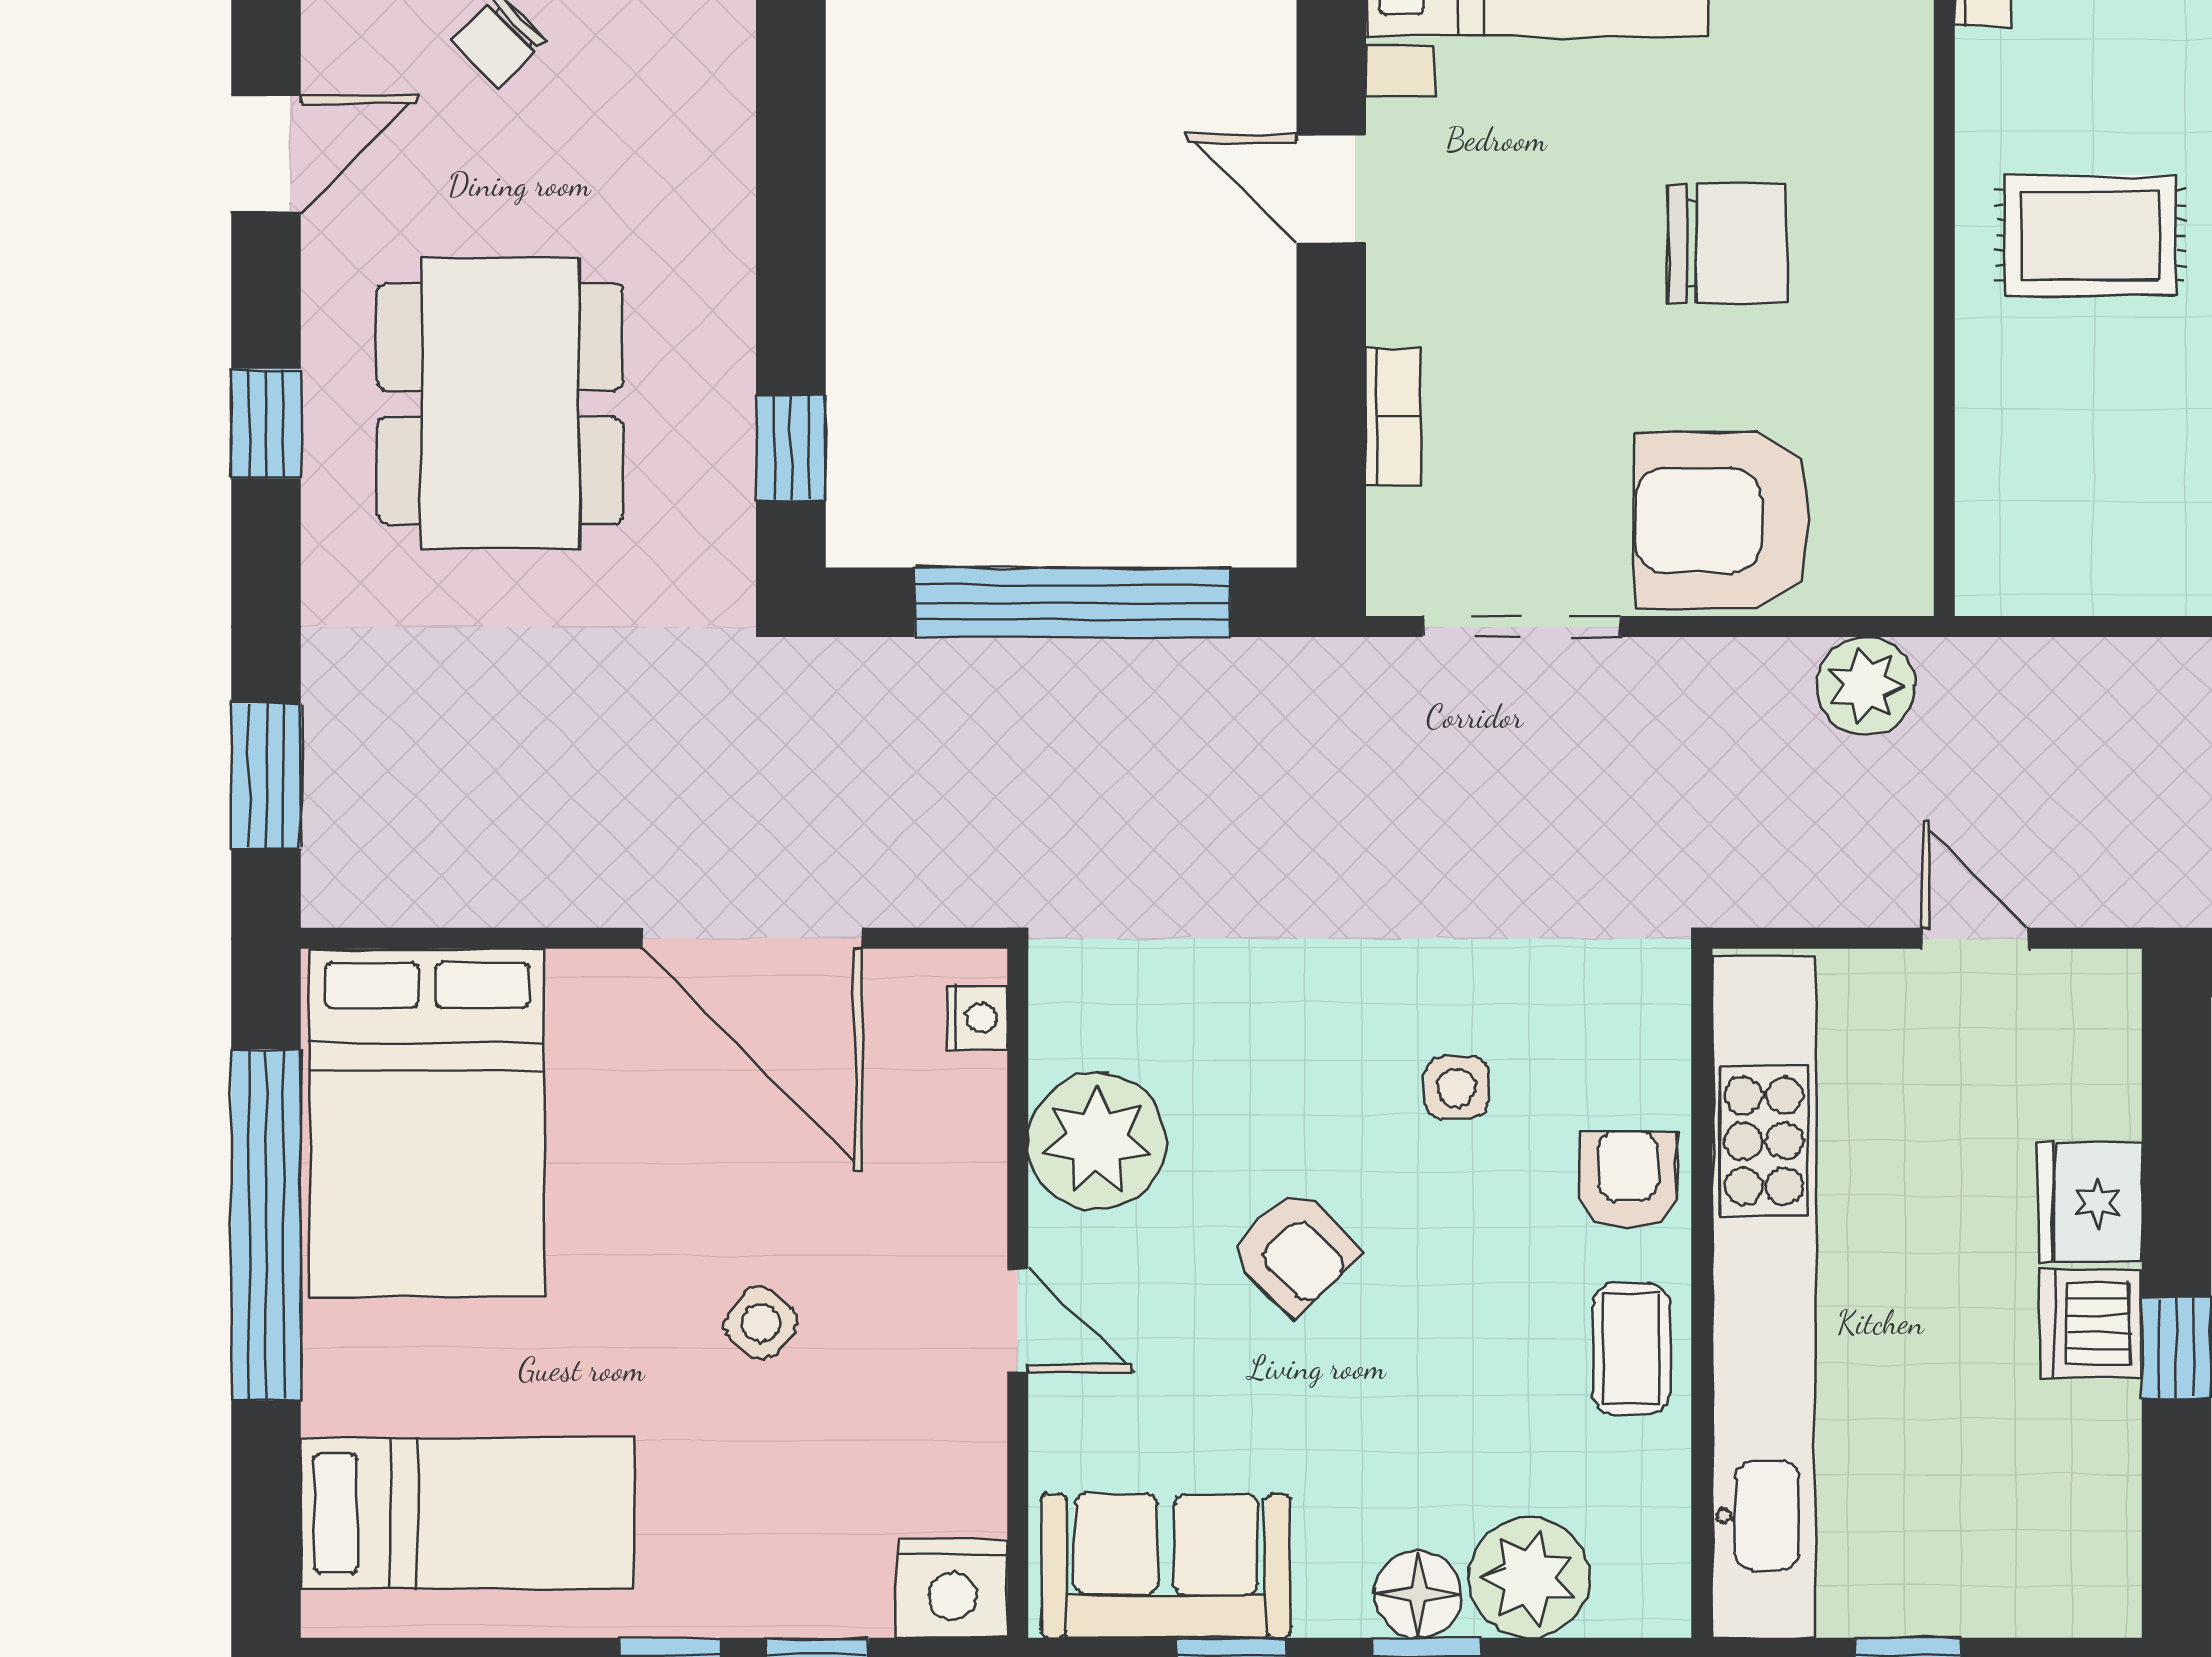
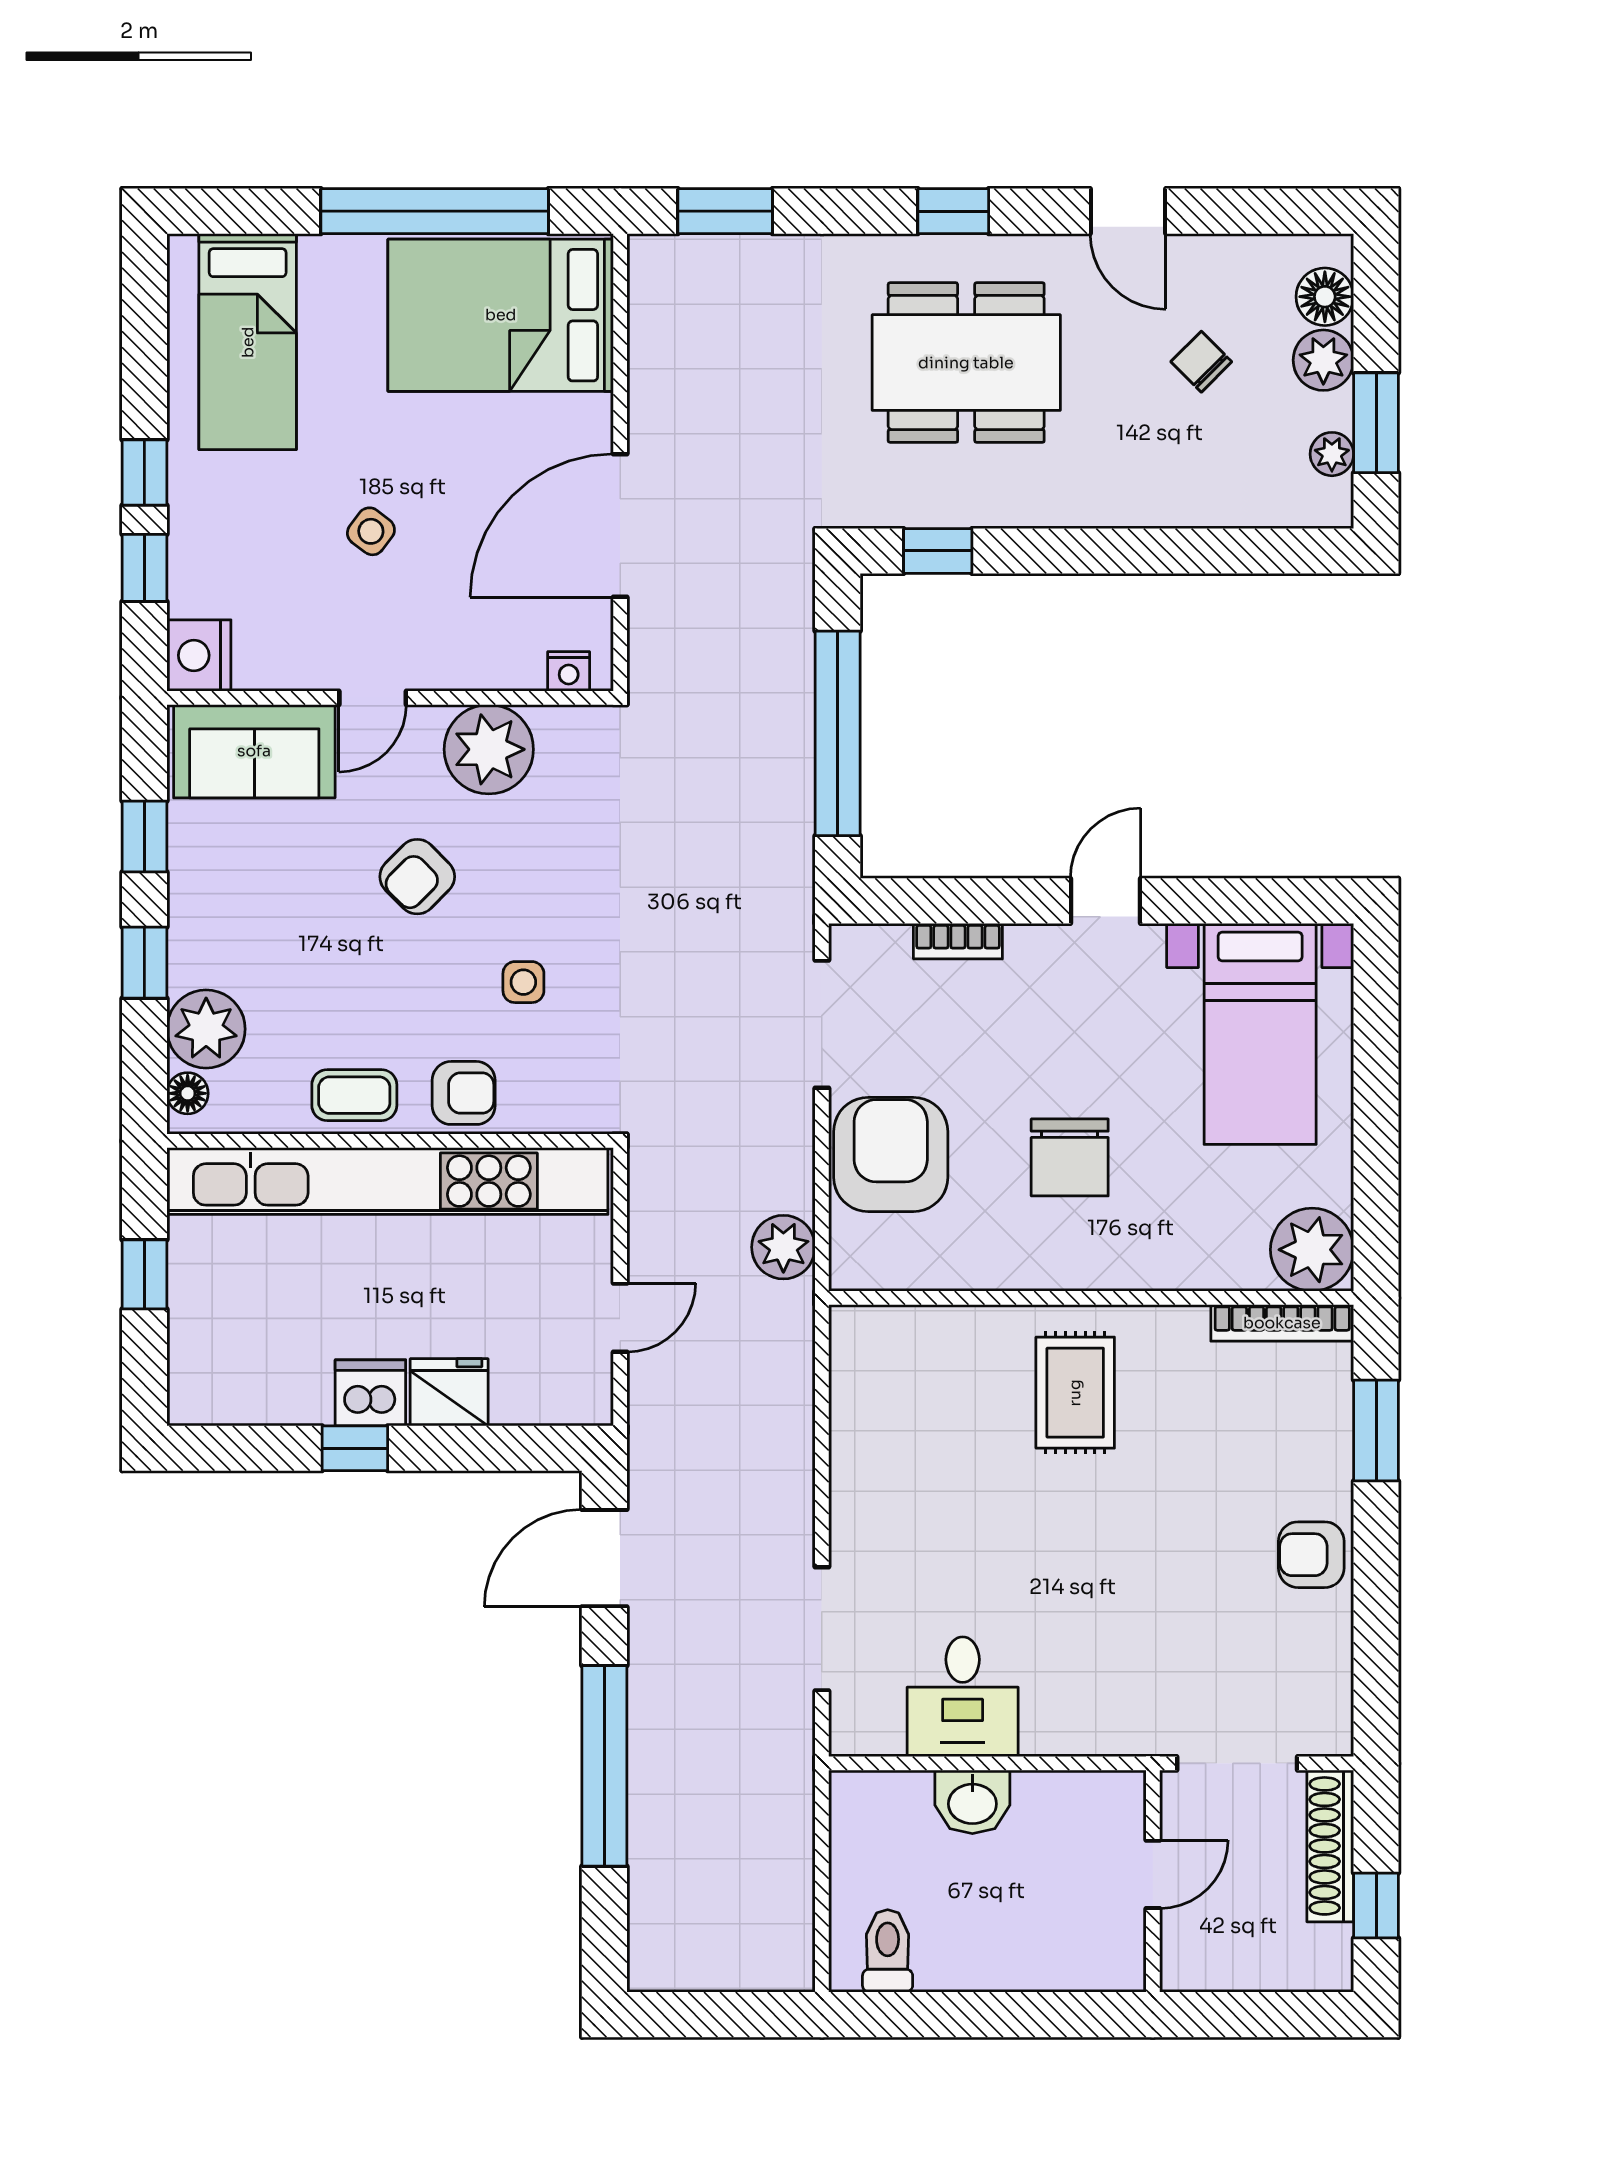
sofa: (1166, 1566) -> (254, 751), moved, turned 90
floor lamp: (1418, 1594) -> (188, 1093), moved, width x0.73, depth x0.73

